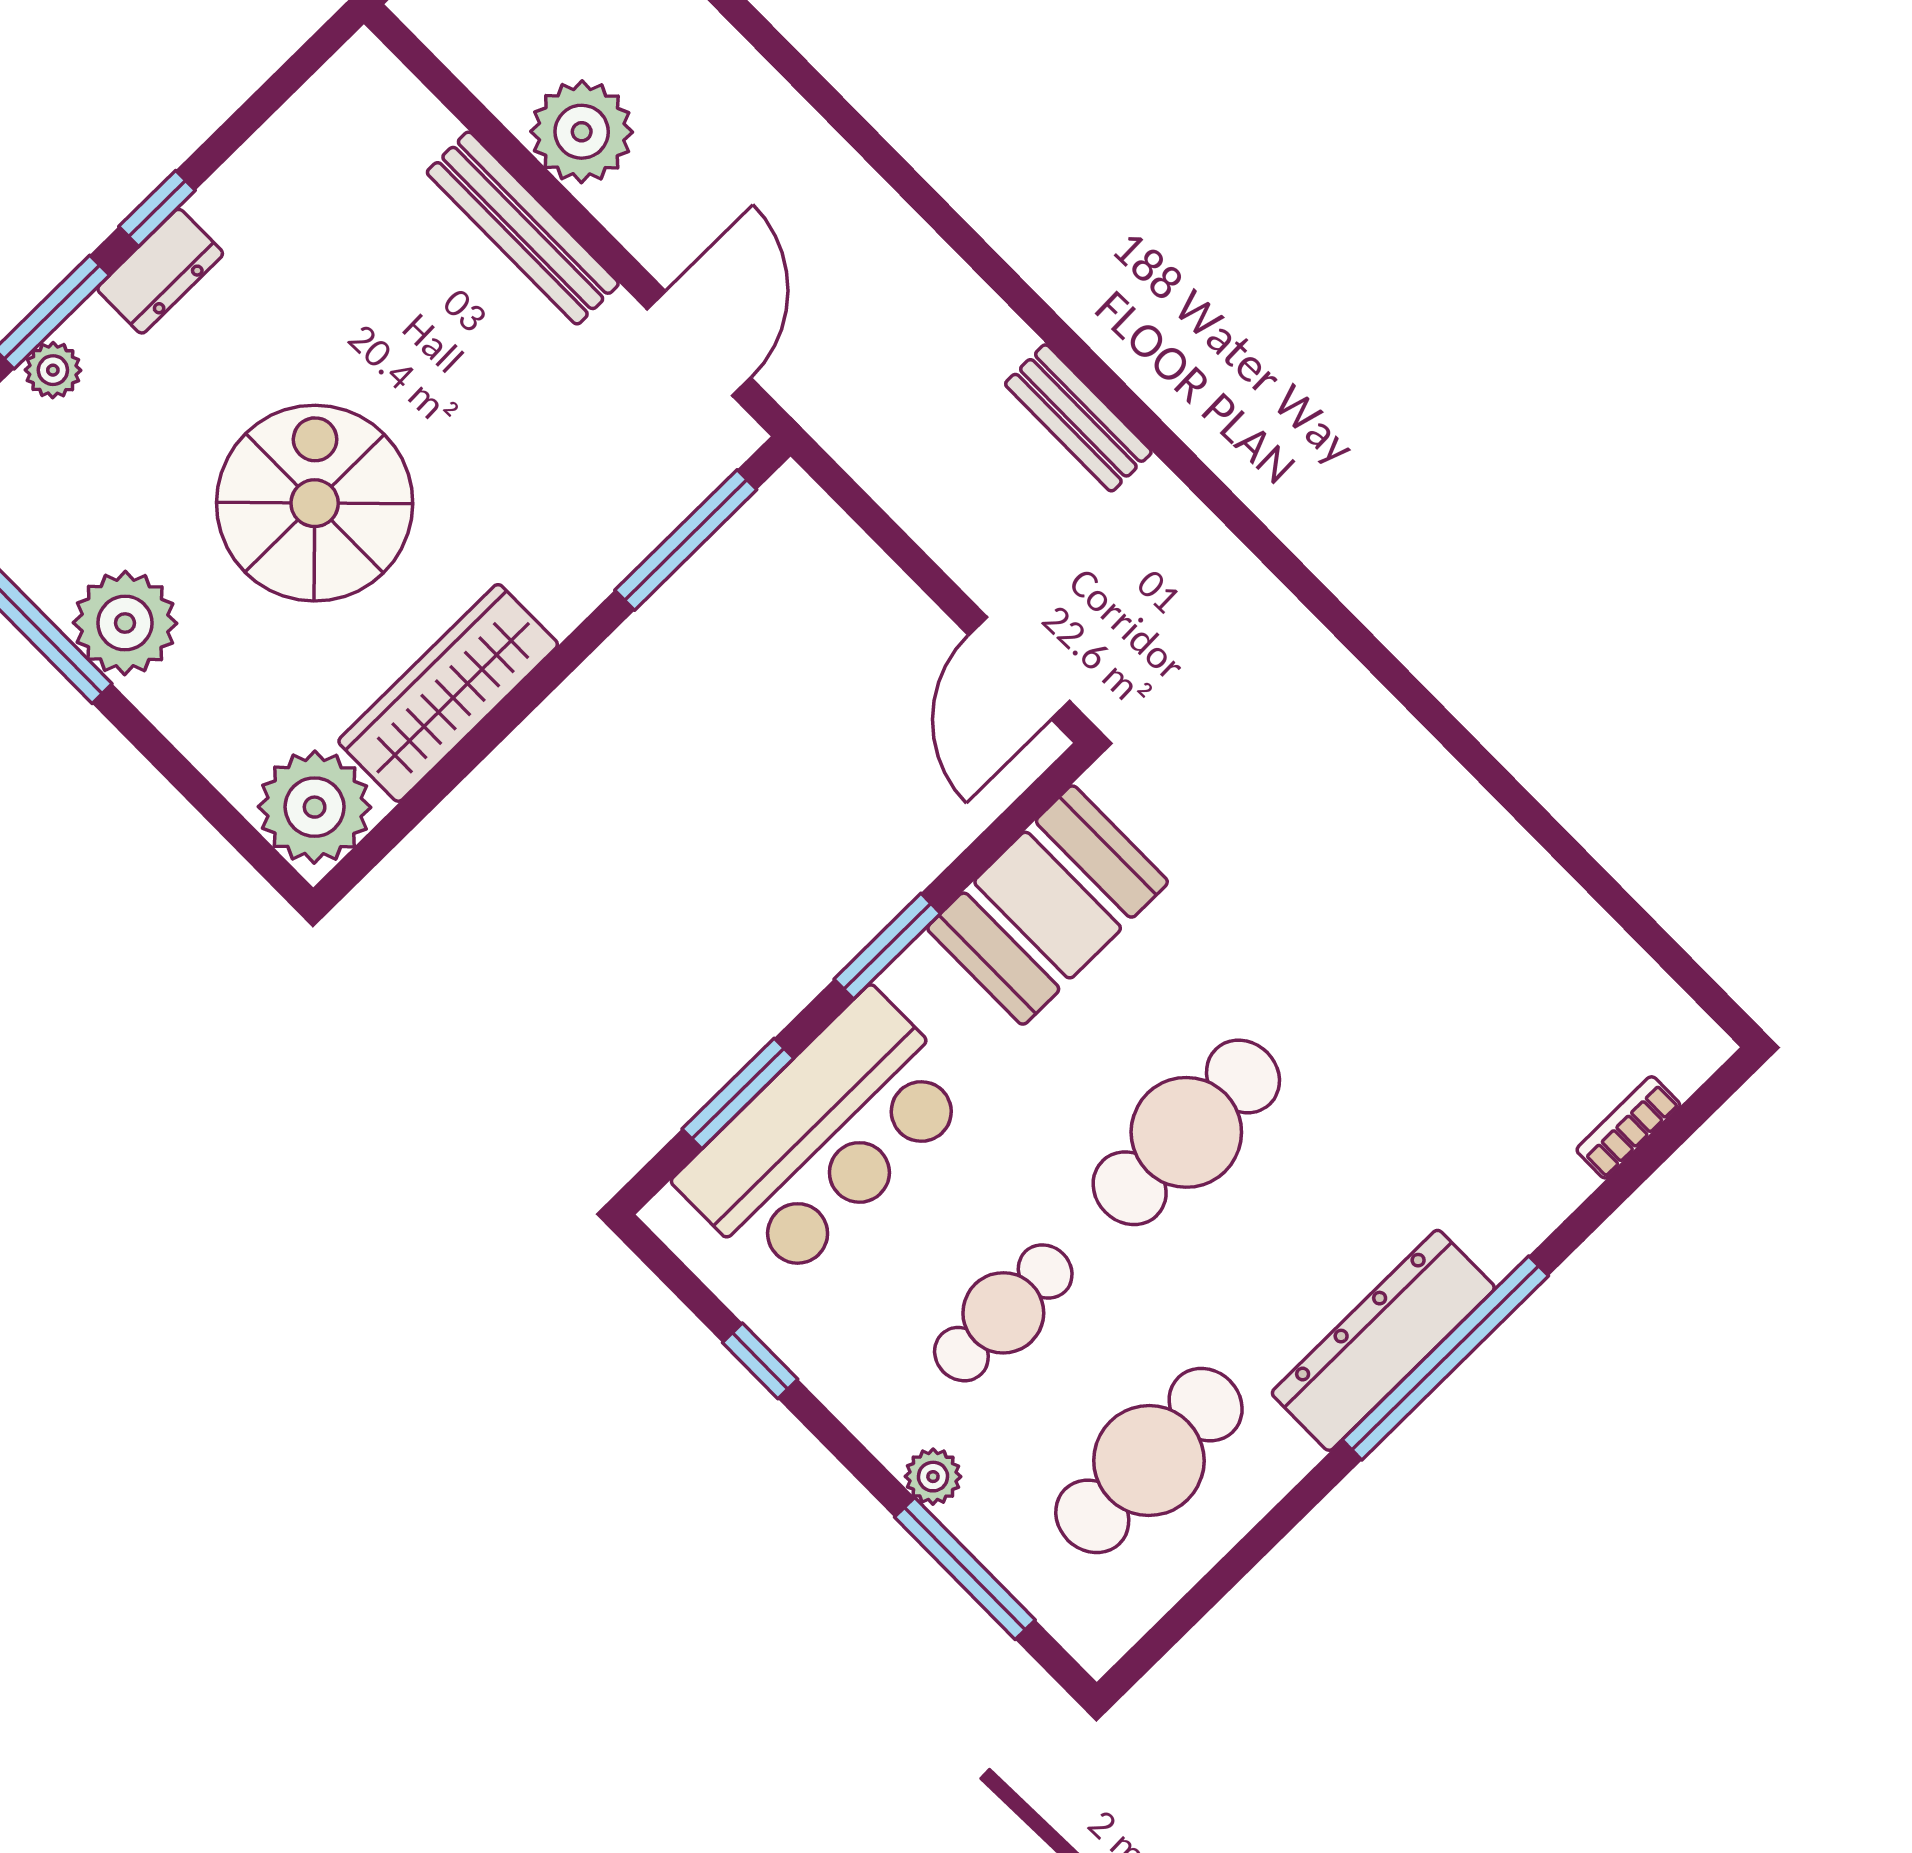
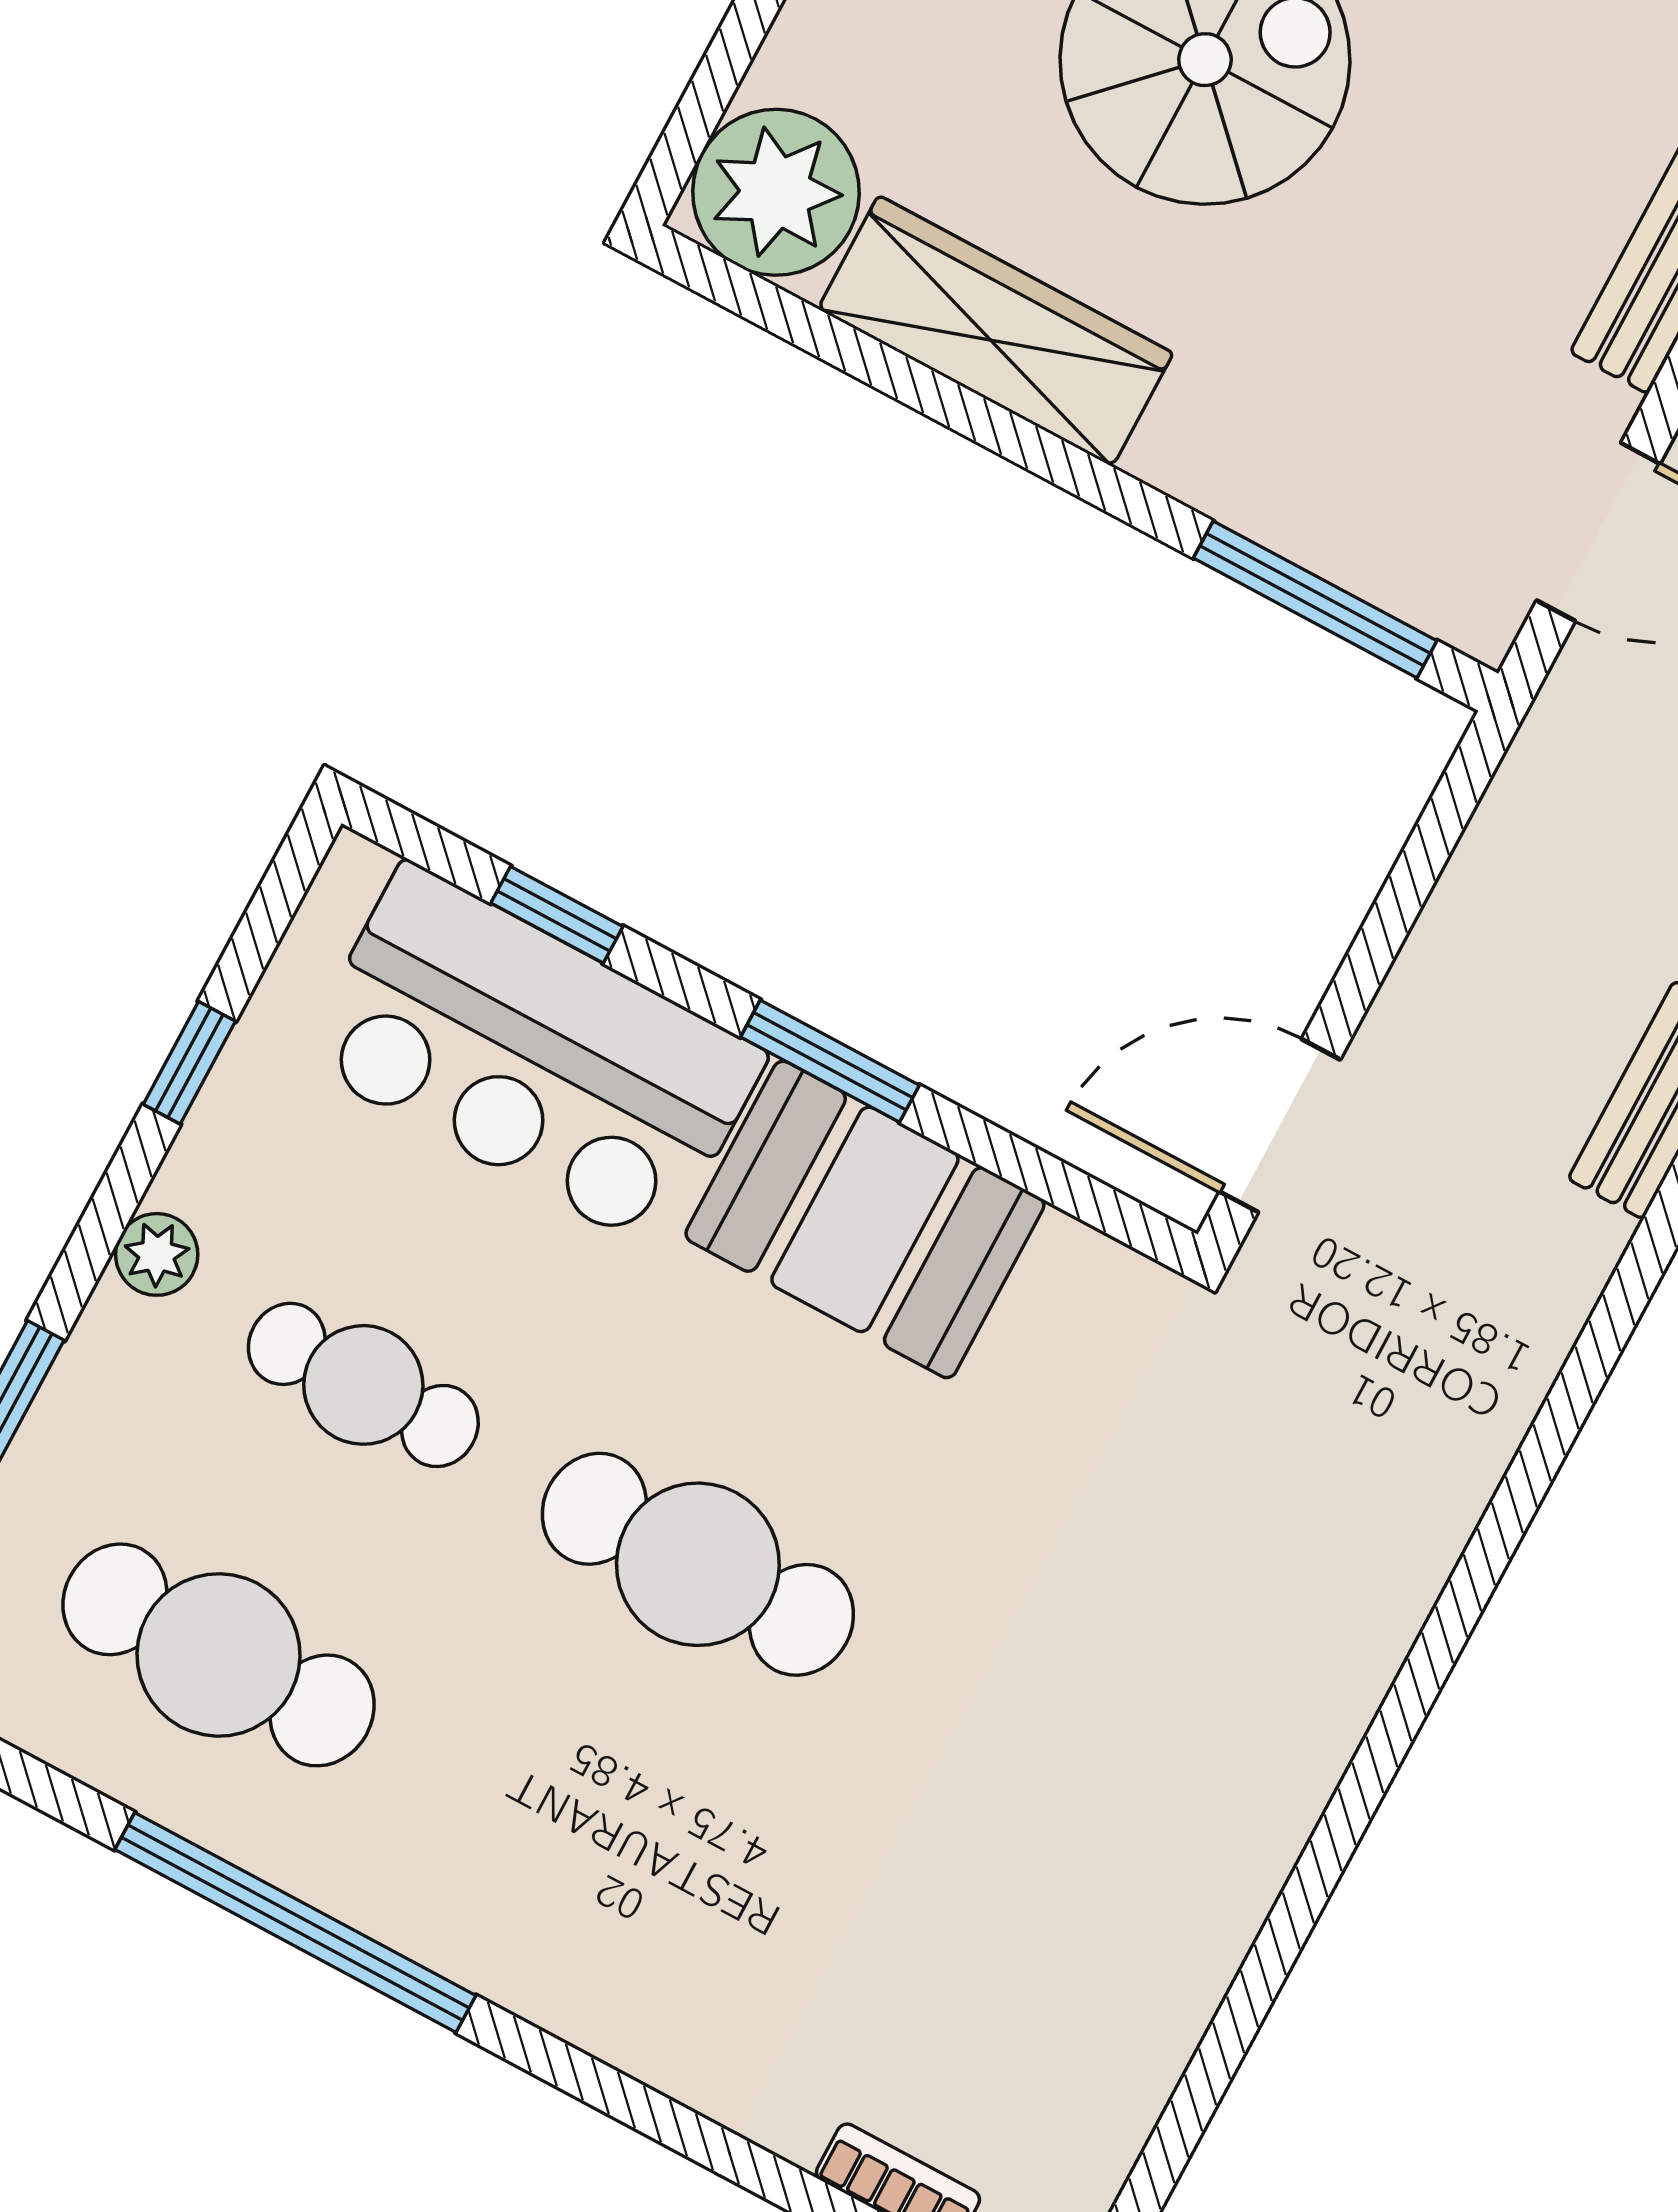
booth: (1048, 905) -> (865, 1219), moved
window: (738, 1094) -> (557, 915), width x0.67
dresser: (1383, 1340) -> (490, 1933), removed
window: (1445, 1358) -> (295, 1922), moved
plant: (933, 1477) -> (157, 1254), moved

